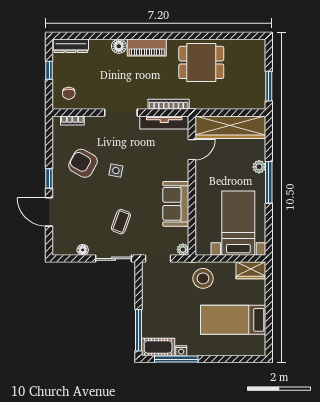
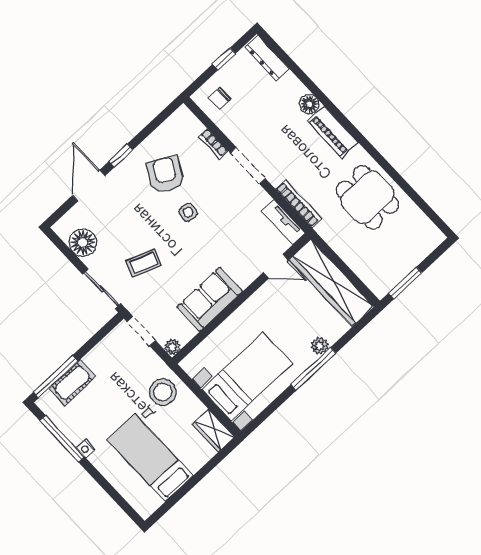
bookcase: (72, 120) -> (213, 144), moved
tv unit: (164, 122) -> (283, 222), width x0.71
floor lamp: (83, 250) -> (83, 243), width x1.89, depth x1.89
cot: (158, 347) -> (72, 383), moved, turned 90
nightstand: (181, 351) -> (86, 448), moved

